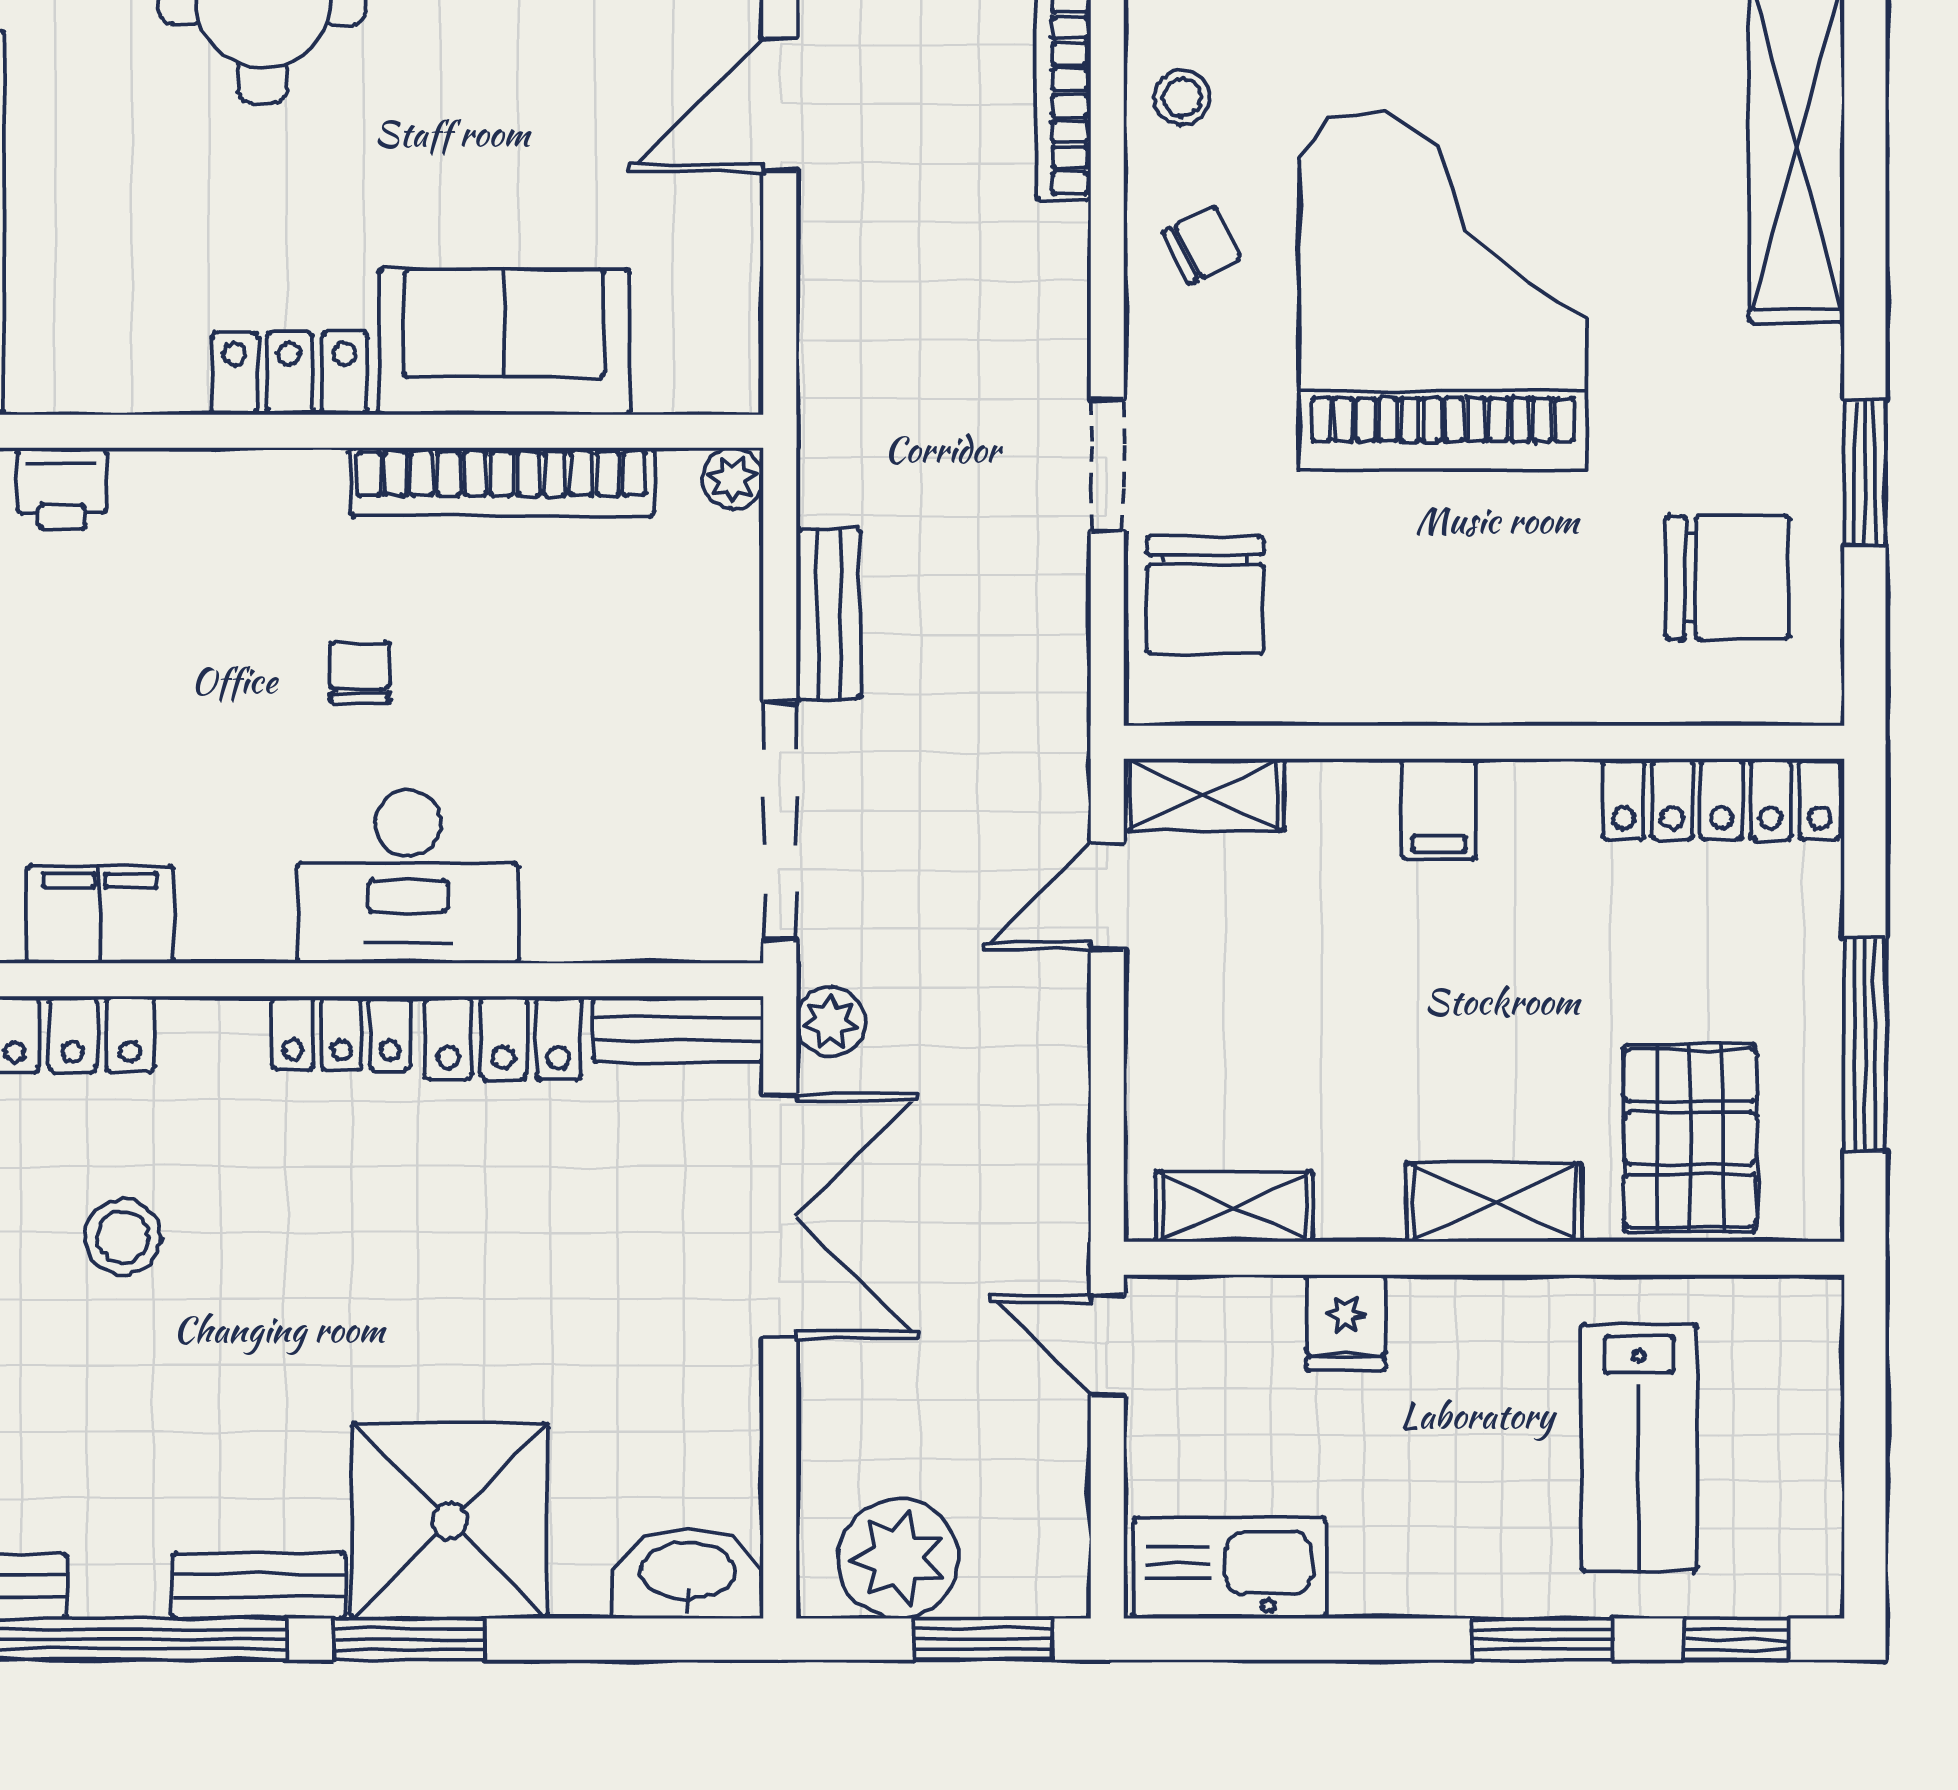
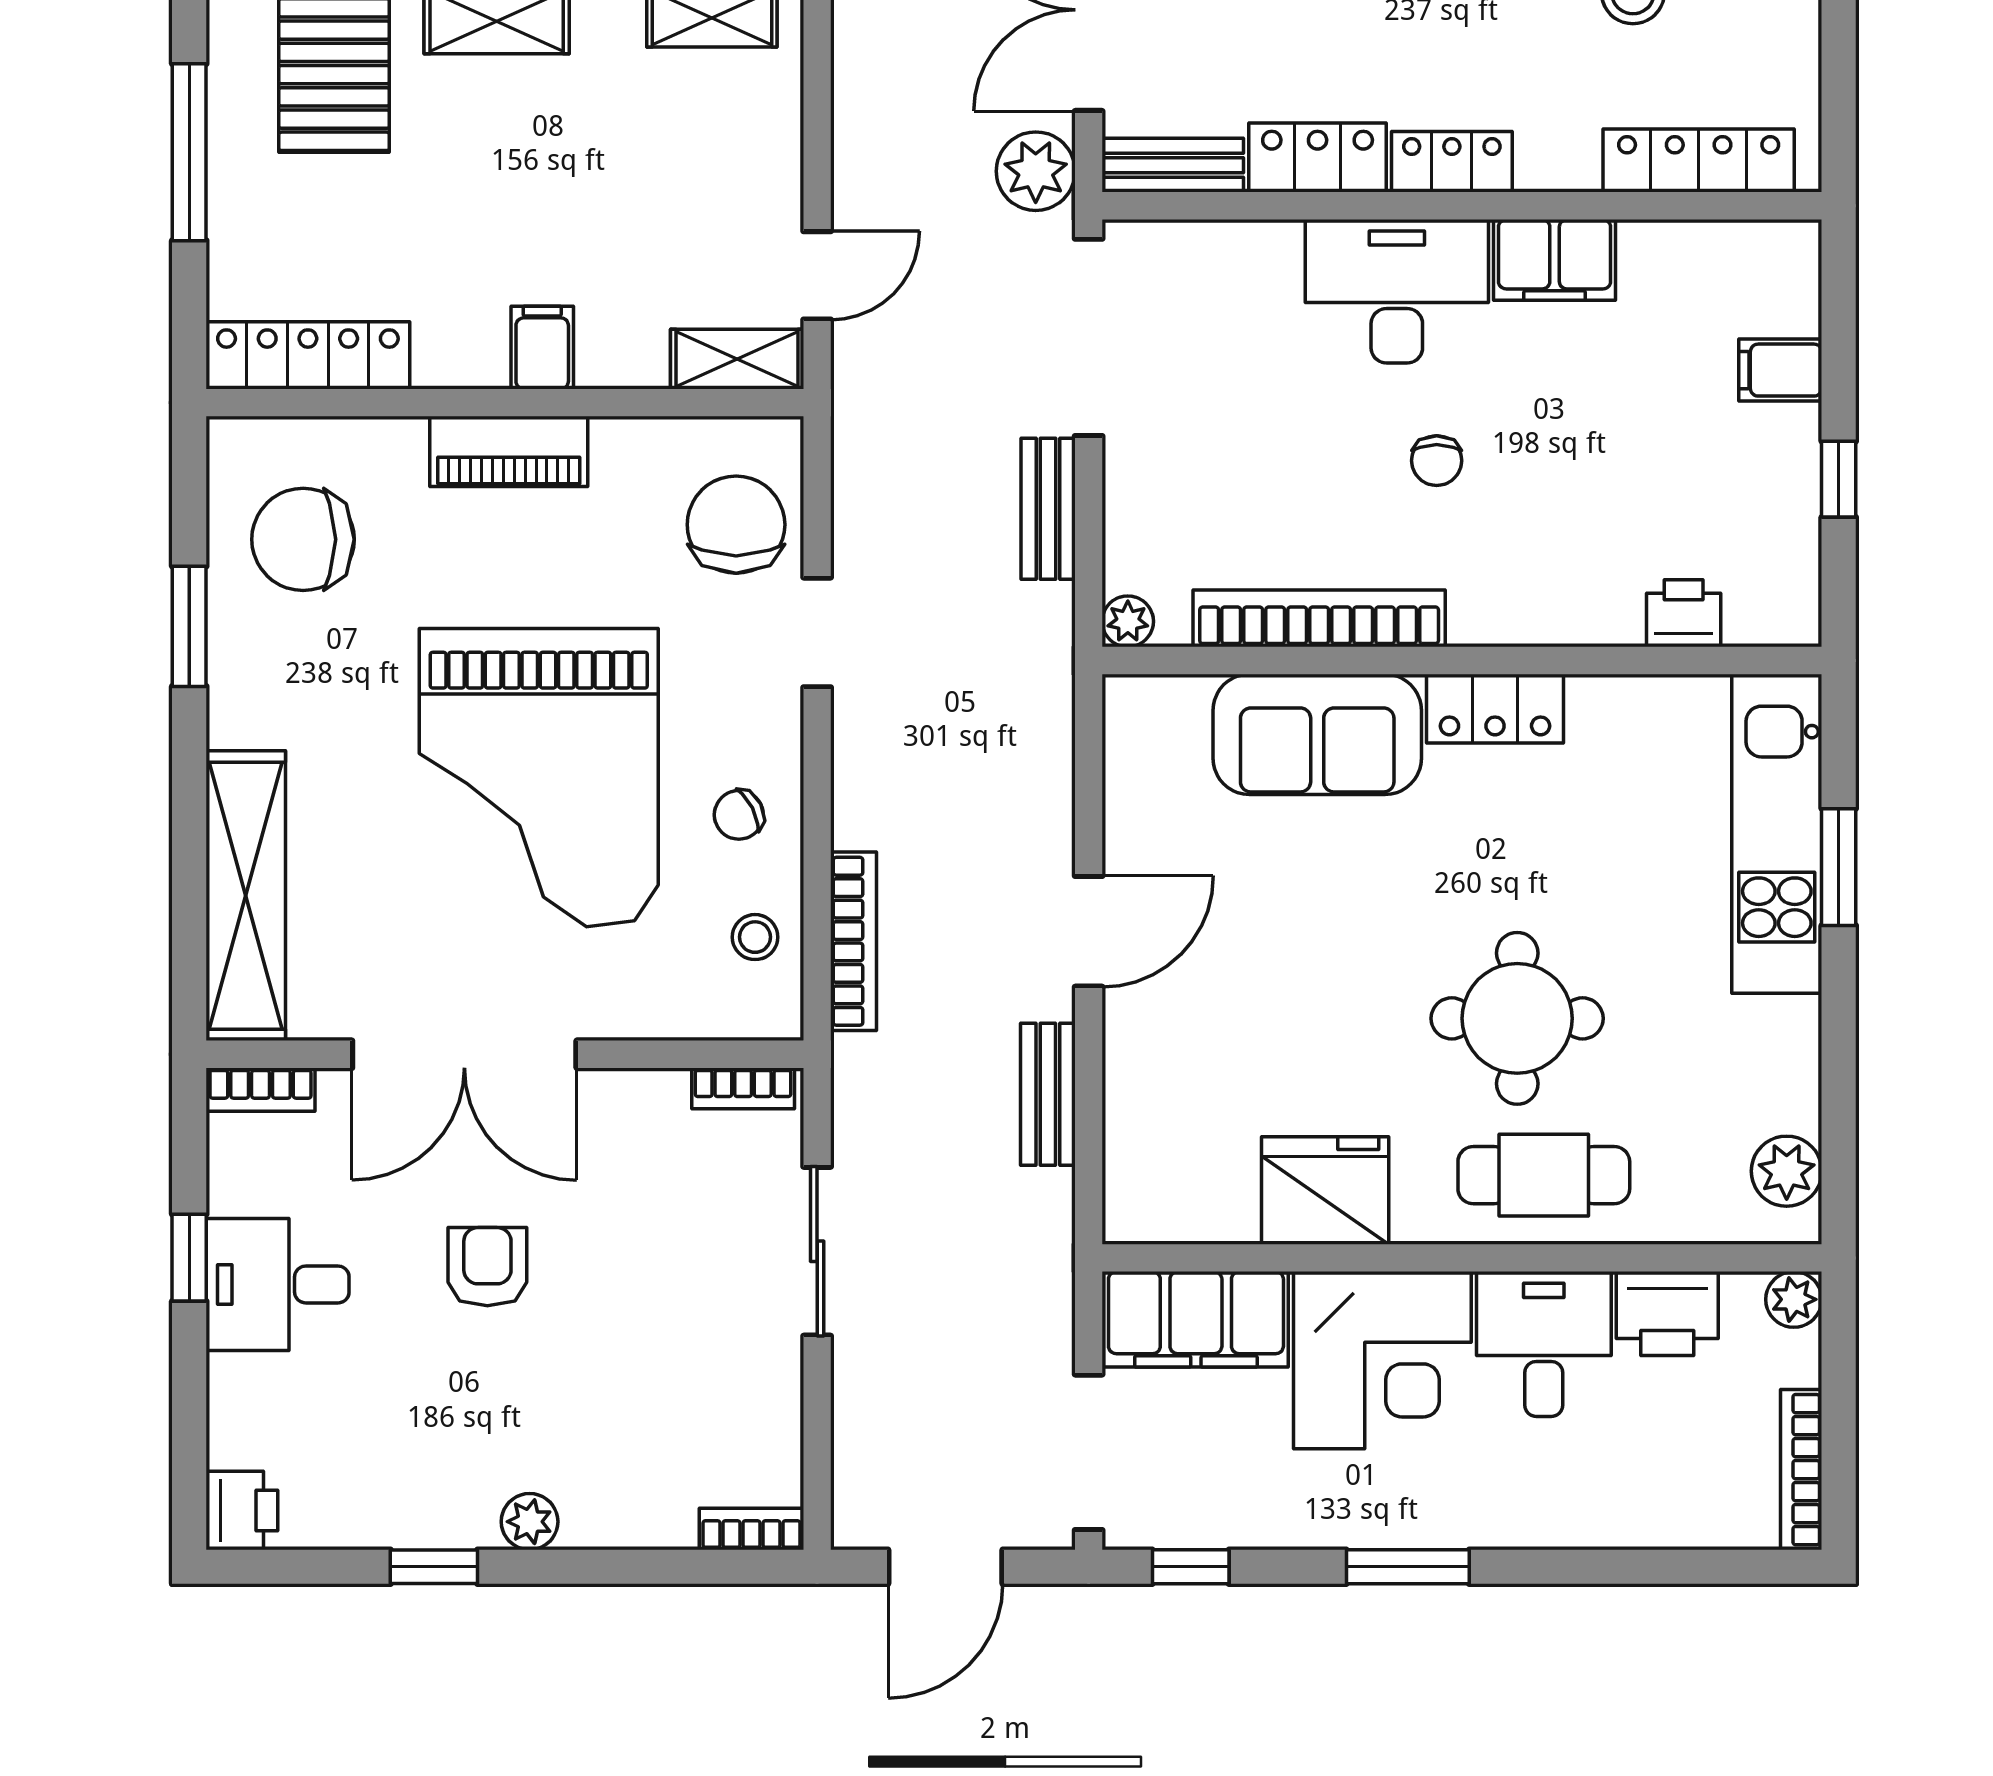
piano: (1479, 683) -> (509, 451), added
filing cabinet: (100, 915) -> (1555, 260), moved
plant: (831, 1022) -> (1036, 171), width x1.38, depth x1.38

